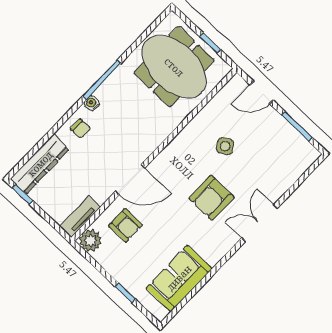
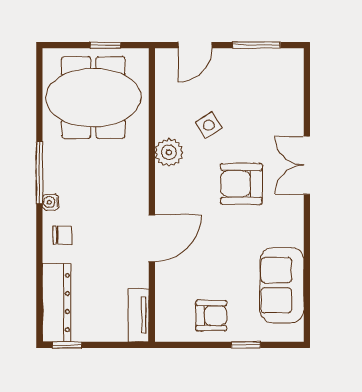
armchair: (212, 198) -> (241, 184), turned 90
armchair: (125, 225) -> (211, 316), moved
plant: (91, 241) -> (169, 152), moved

